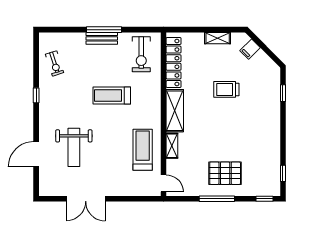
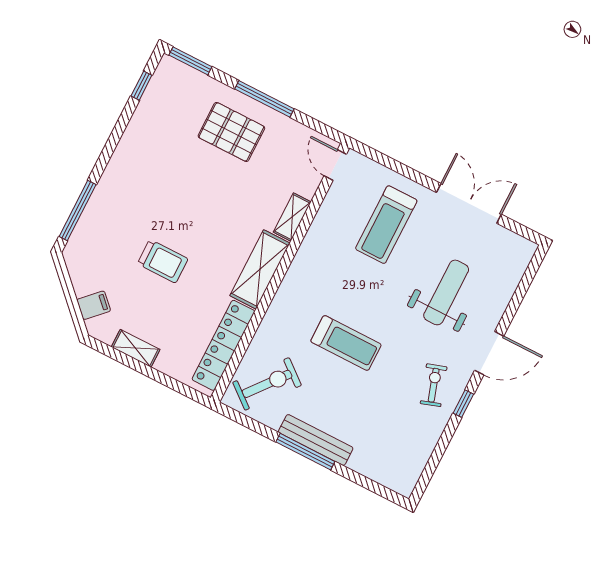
bench: (102, 38) -> (316, 440), width x1.36
exercise bike: (141, 54) -> (267, 384), turned 39
exercise bike: (55, 63) -> (434, 385), moved
window: (283, 93) -> (78, 210), width x2.17
treadmill: (143, 150) -> (386, 225), moved
door: (36, 154) -> (489, 353), moved
window: (264, 199) -> (190, 61), width x1.50

